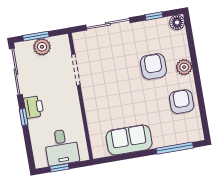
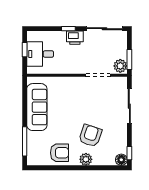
window: (154, 16) -> (129, 153), moved
window: (36, 36) -> (129, 59), moved
plant: (42, 47) -> (120, 66), moved
armchair: (153, 66) -> (90, 136), turned -72
sofa: (129, 140) -> (37, 107), width x1.36

